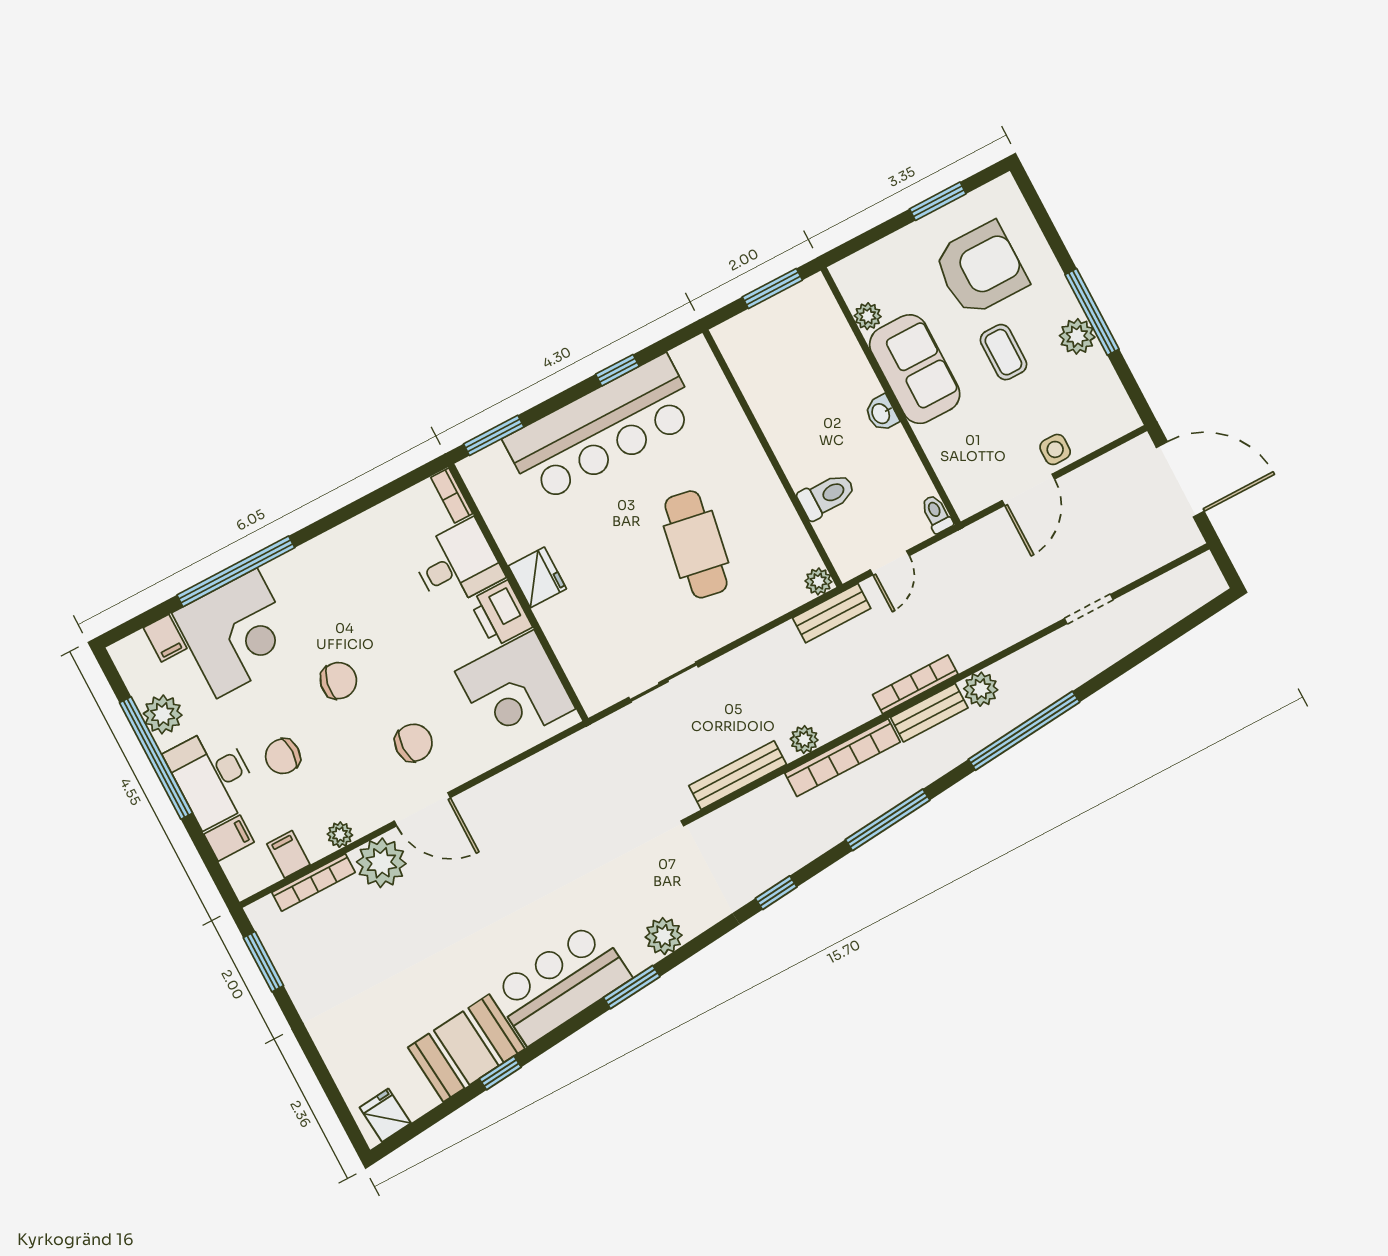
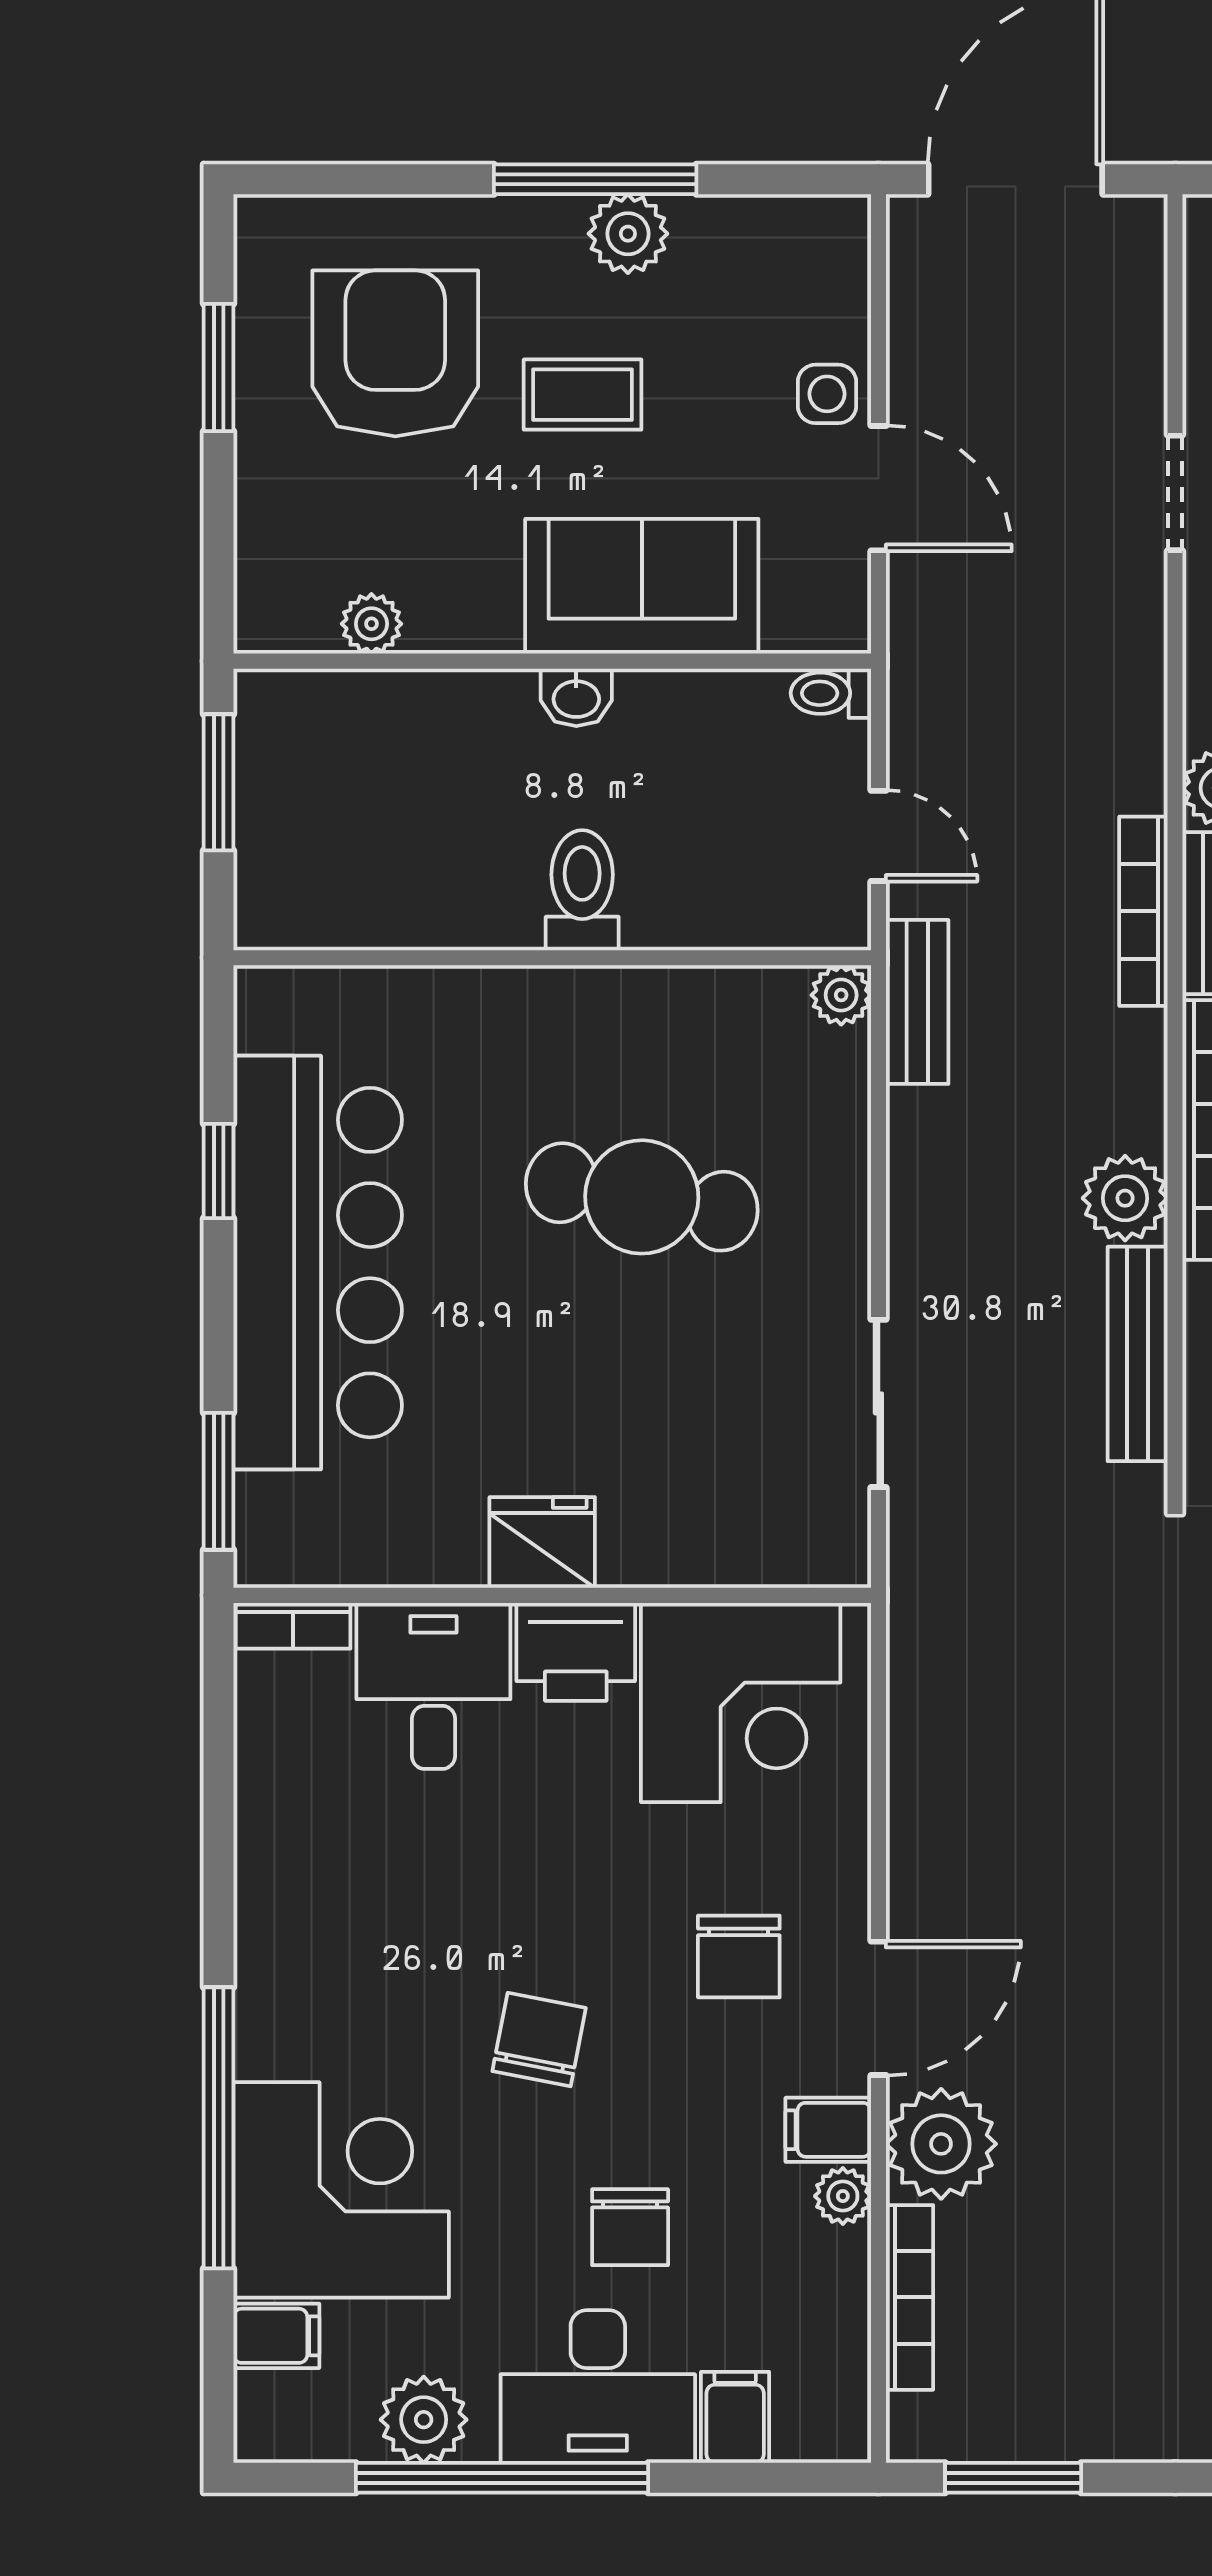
sofa: (915, 369) -> (642, 586), moved
toilet: (827, 496) -> (582, 890), moved
plant: (804, 740) -> (1125, 1198), width x1.38, depth x1.38
chair: (414, 743) -> (739, 1957), turned 180
filing cabinet: (288, 854) -> (828, 2130), moved

